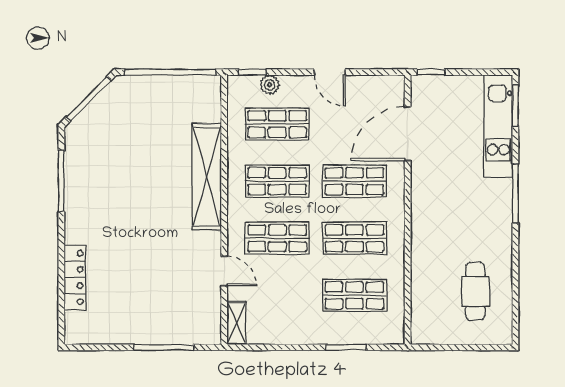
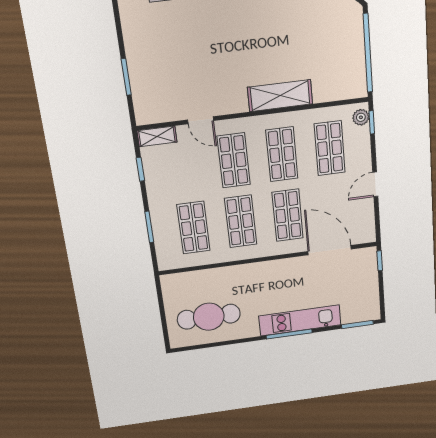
plant: (270, 85) -> (361, 117), moved
kitchen unit: (498, 126) -> (300, 320), moved
shelving: (207, 177) -> (280, 96), width x0.68
door: (224, 271) -> (201, 120), hinge flipped
cafe table: (475, 291) -> (209, 317), width x1.37, depth x1.35
window: (164, 347) -> (126, 77), width x0.69
window: (273, 347) -> (140, 169), added

